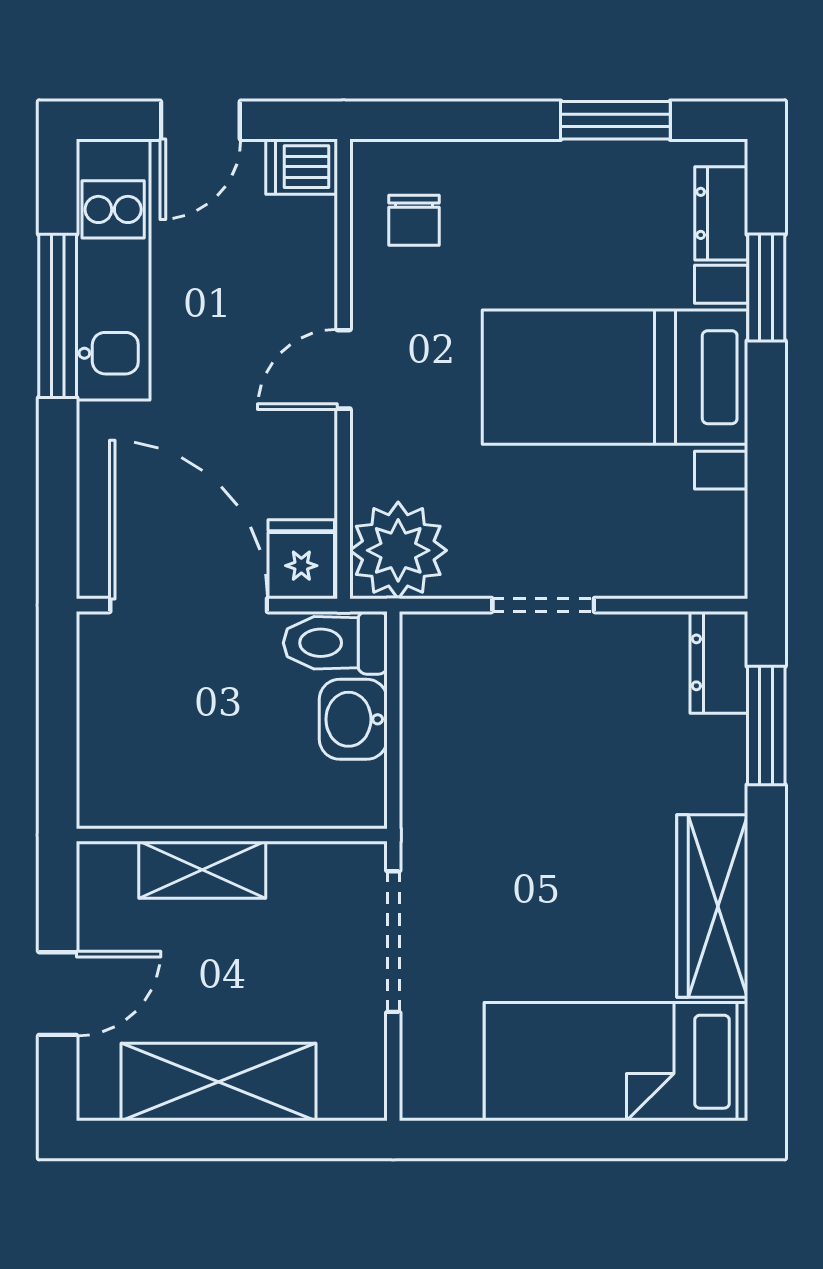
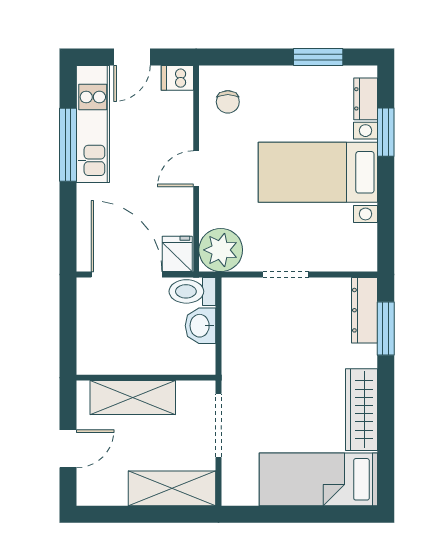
dresser: (719, 662) -> (364, 310), width x1.44
shelving: (202, 870) -> (133, 397), width x1.50, depth x1.33
shelving: (219, 1082) -> (172, 488), moved

